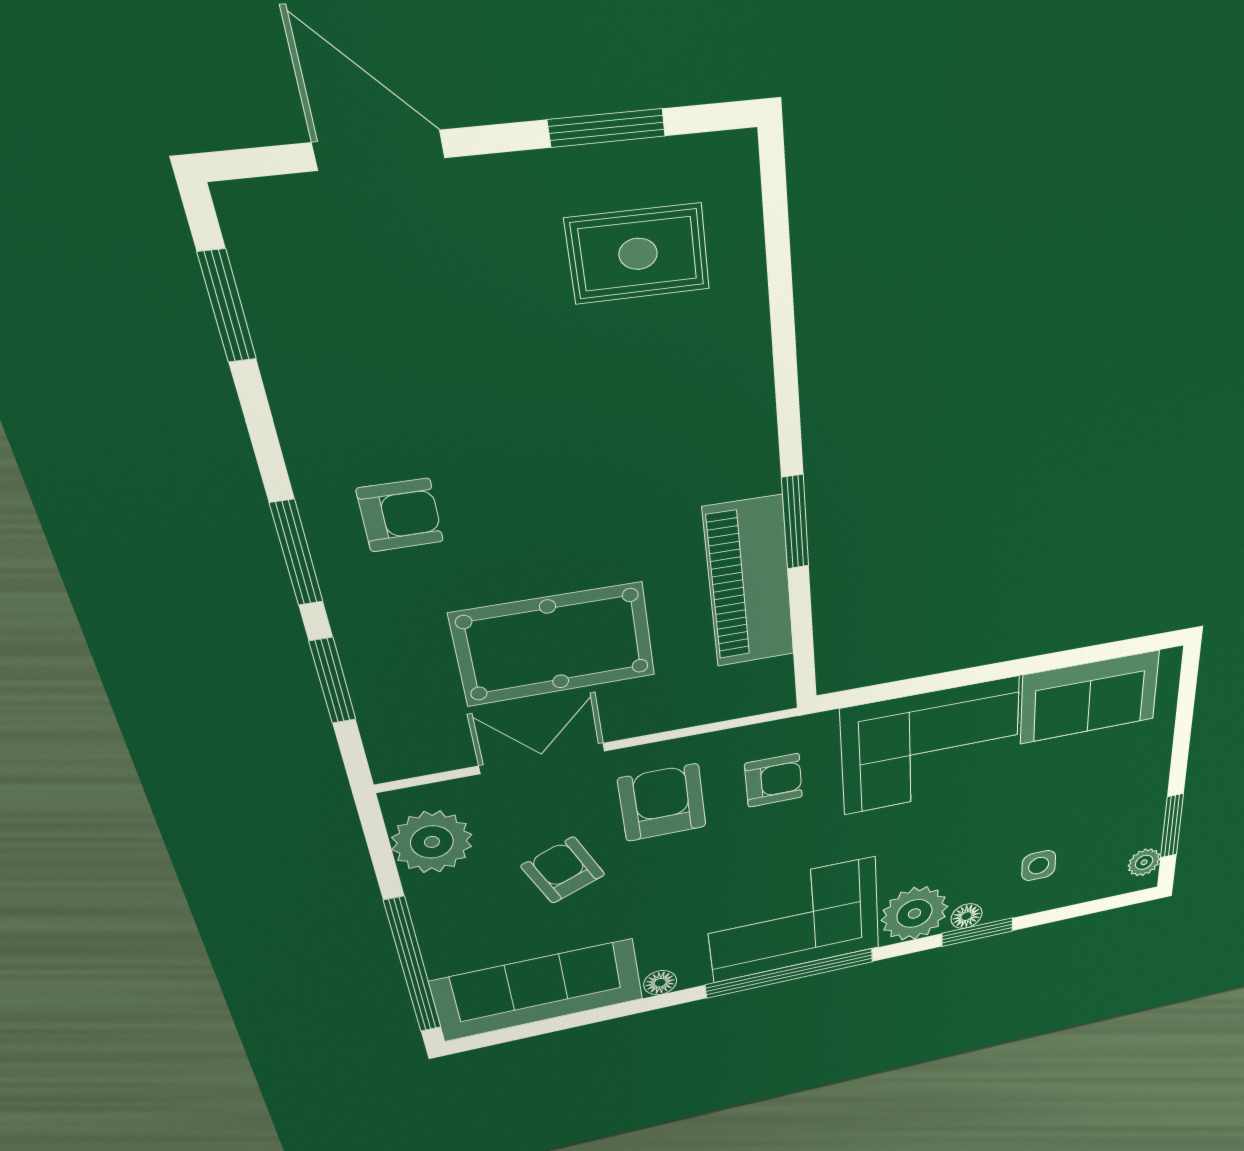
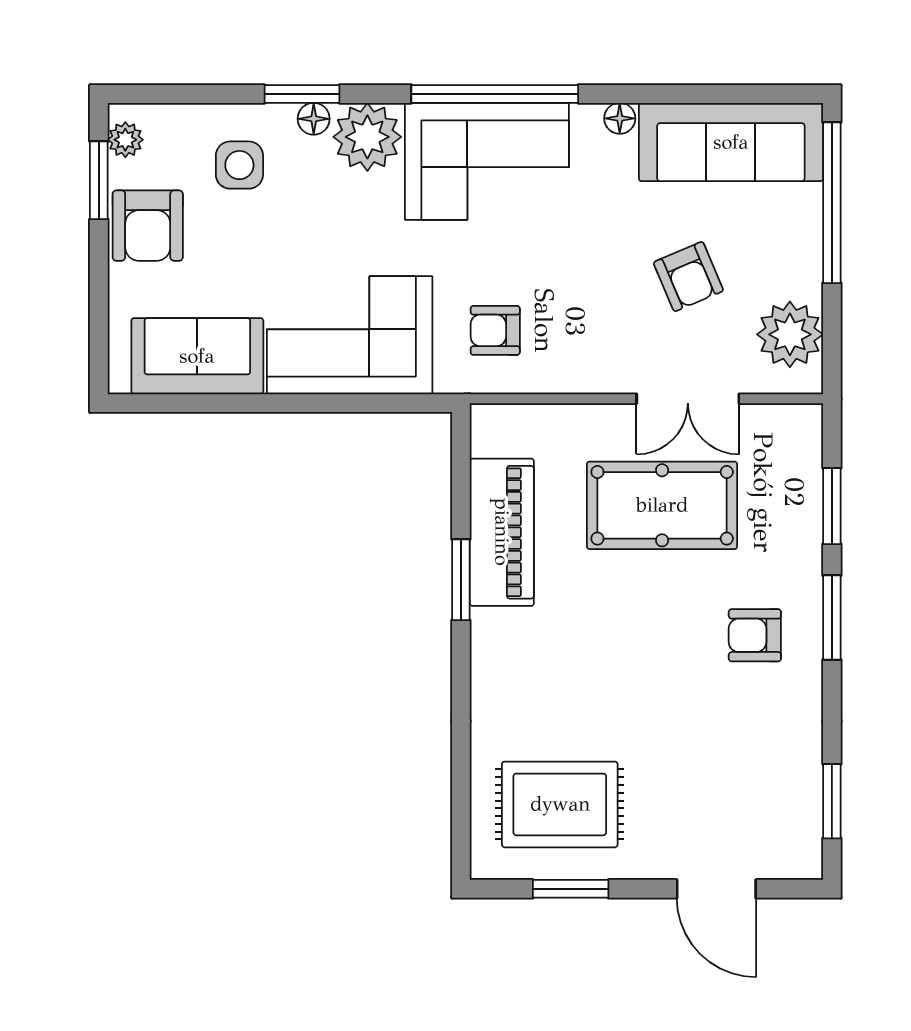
rug: (638, 254) -> (560, 804), width x1.36, depth x1.43
armchair: (662, 803) -> (148, 226), moved
side table: (1039, 866) -> (239, 165), width x1.37, depth x1.37

